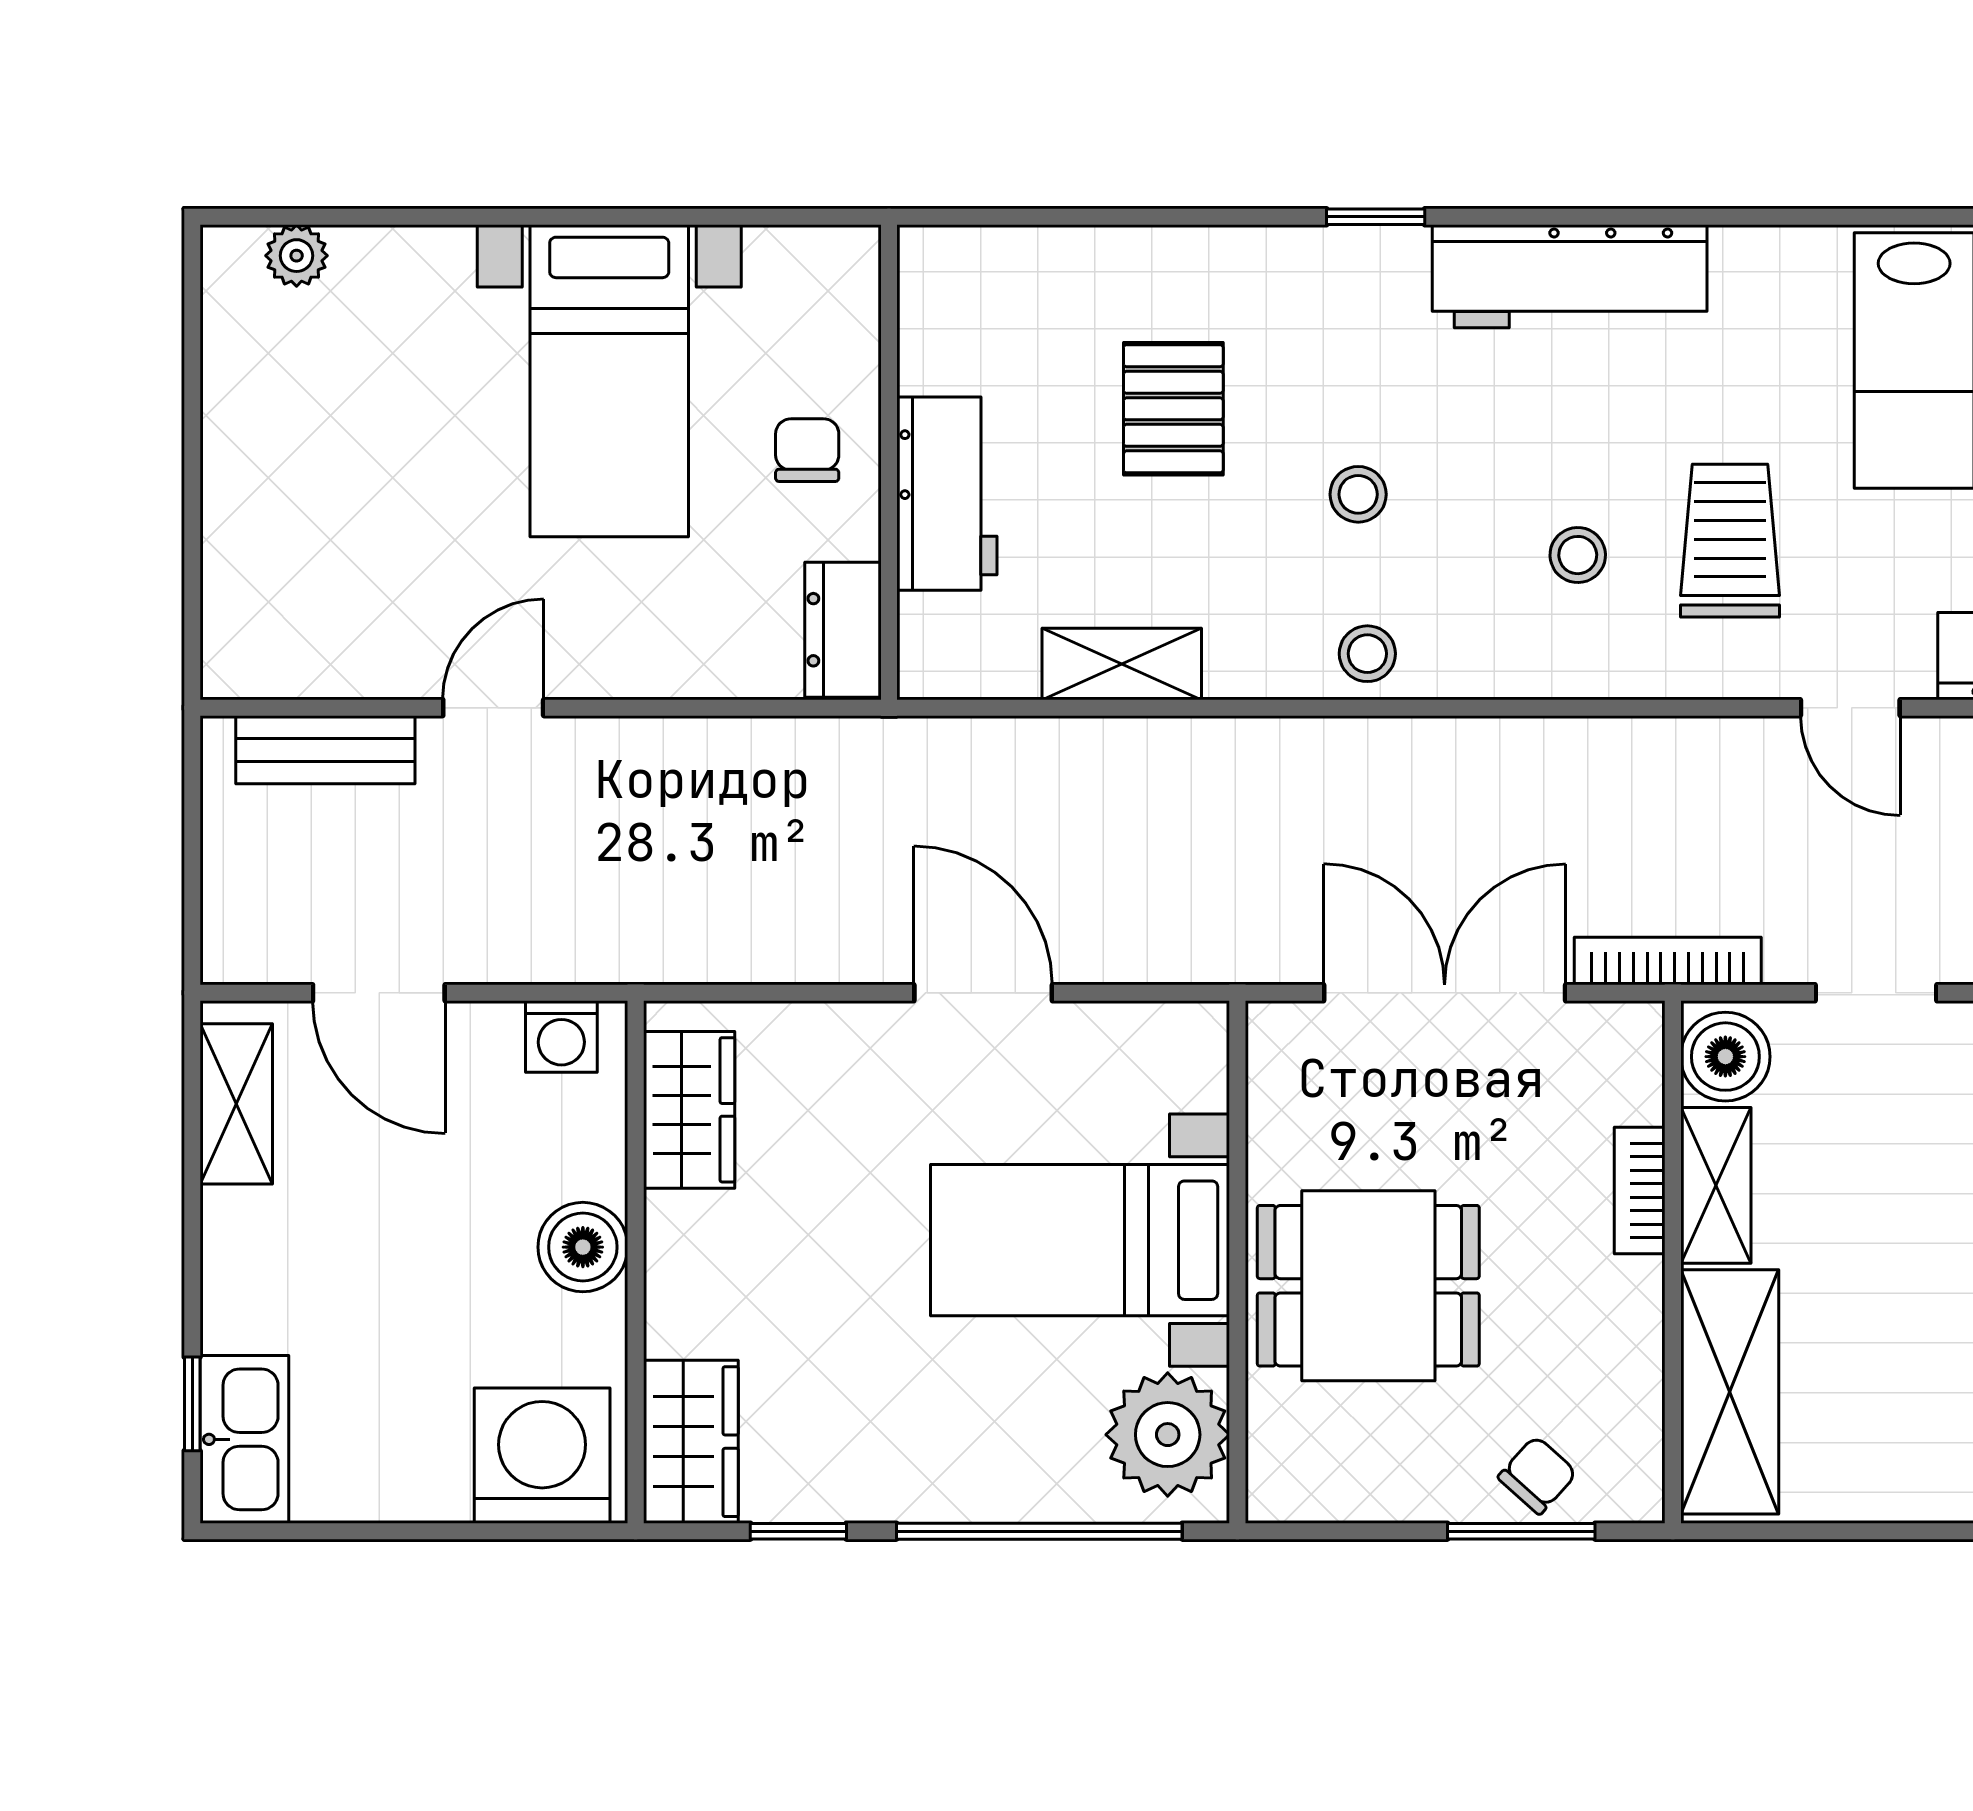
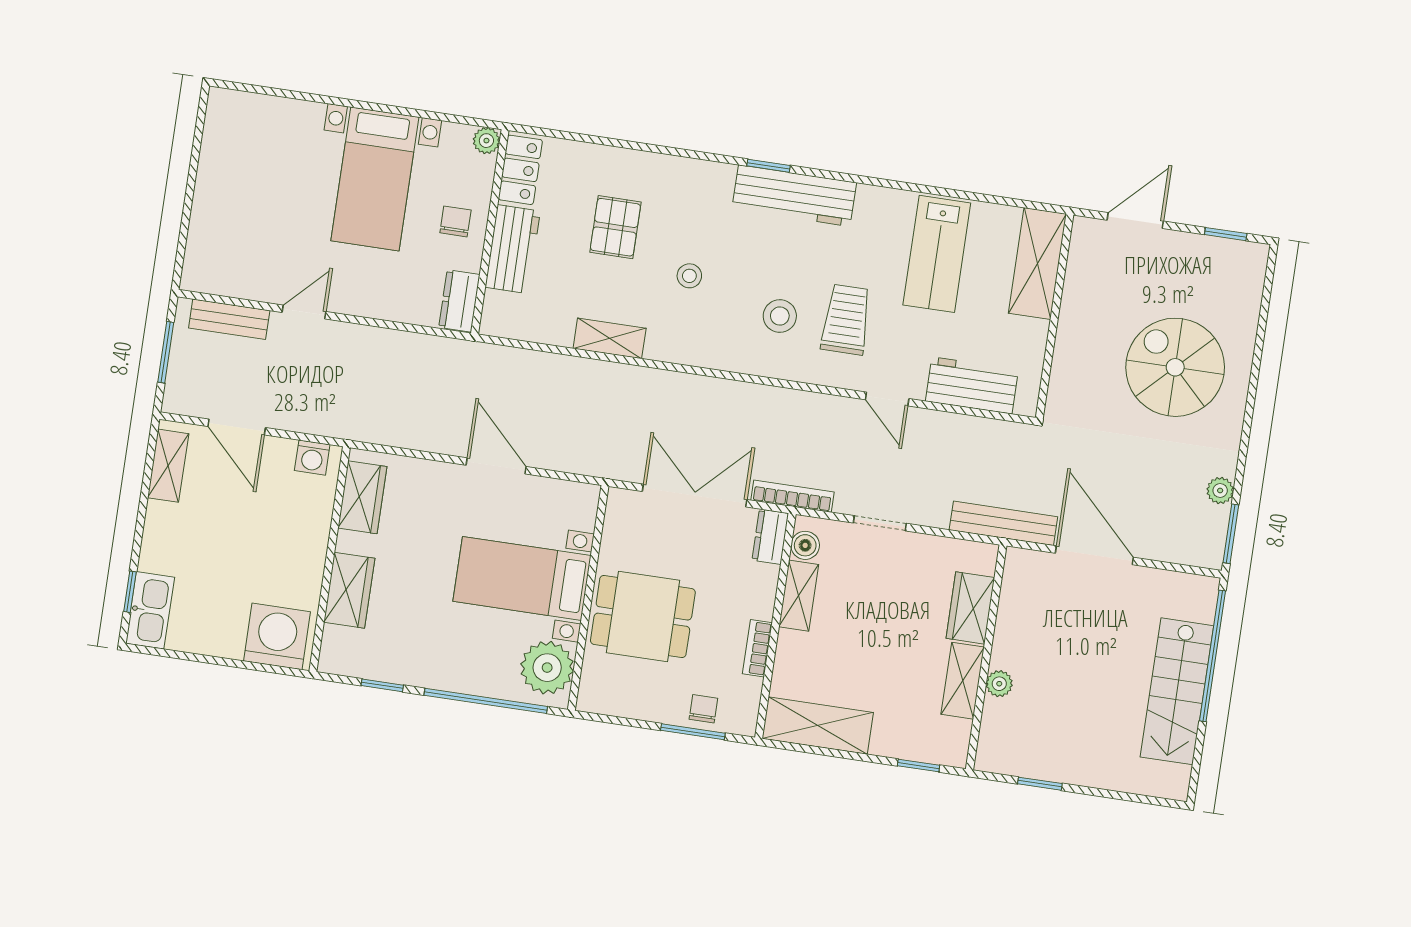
window: (1376, 217) -> (768, 166), moved
plant: (297, 256) -> (486, 141), moved
locker: (937, 311) -> (520, 170), added
stool: (1578, 555) -> (780, 316), width x1.37, depth x1.37
stool: (1367, 654) -> (683, 345), removed
shelving: (1122, 664) -> (610, 338), moved
window: (192, 847) -> (166, 352), added
boiler: (1725, 1057) -> (805, 545), width x0.73, depth x0.73
dresser: (1631, 1061) -> (770, 537), added
bookcase: (1640, 1190) -> (757, 648), moved
boiler: (583, 1247) -> (308, 549), removed
shelving: (1730, 1392) -> (818, 725), moved, turned 90
wardrobe: (691, 1442) -> (349, 590), moved
chair: (1537, 1475) -> (703, 709), turned -42

